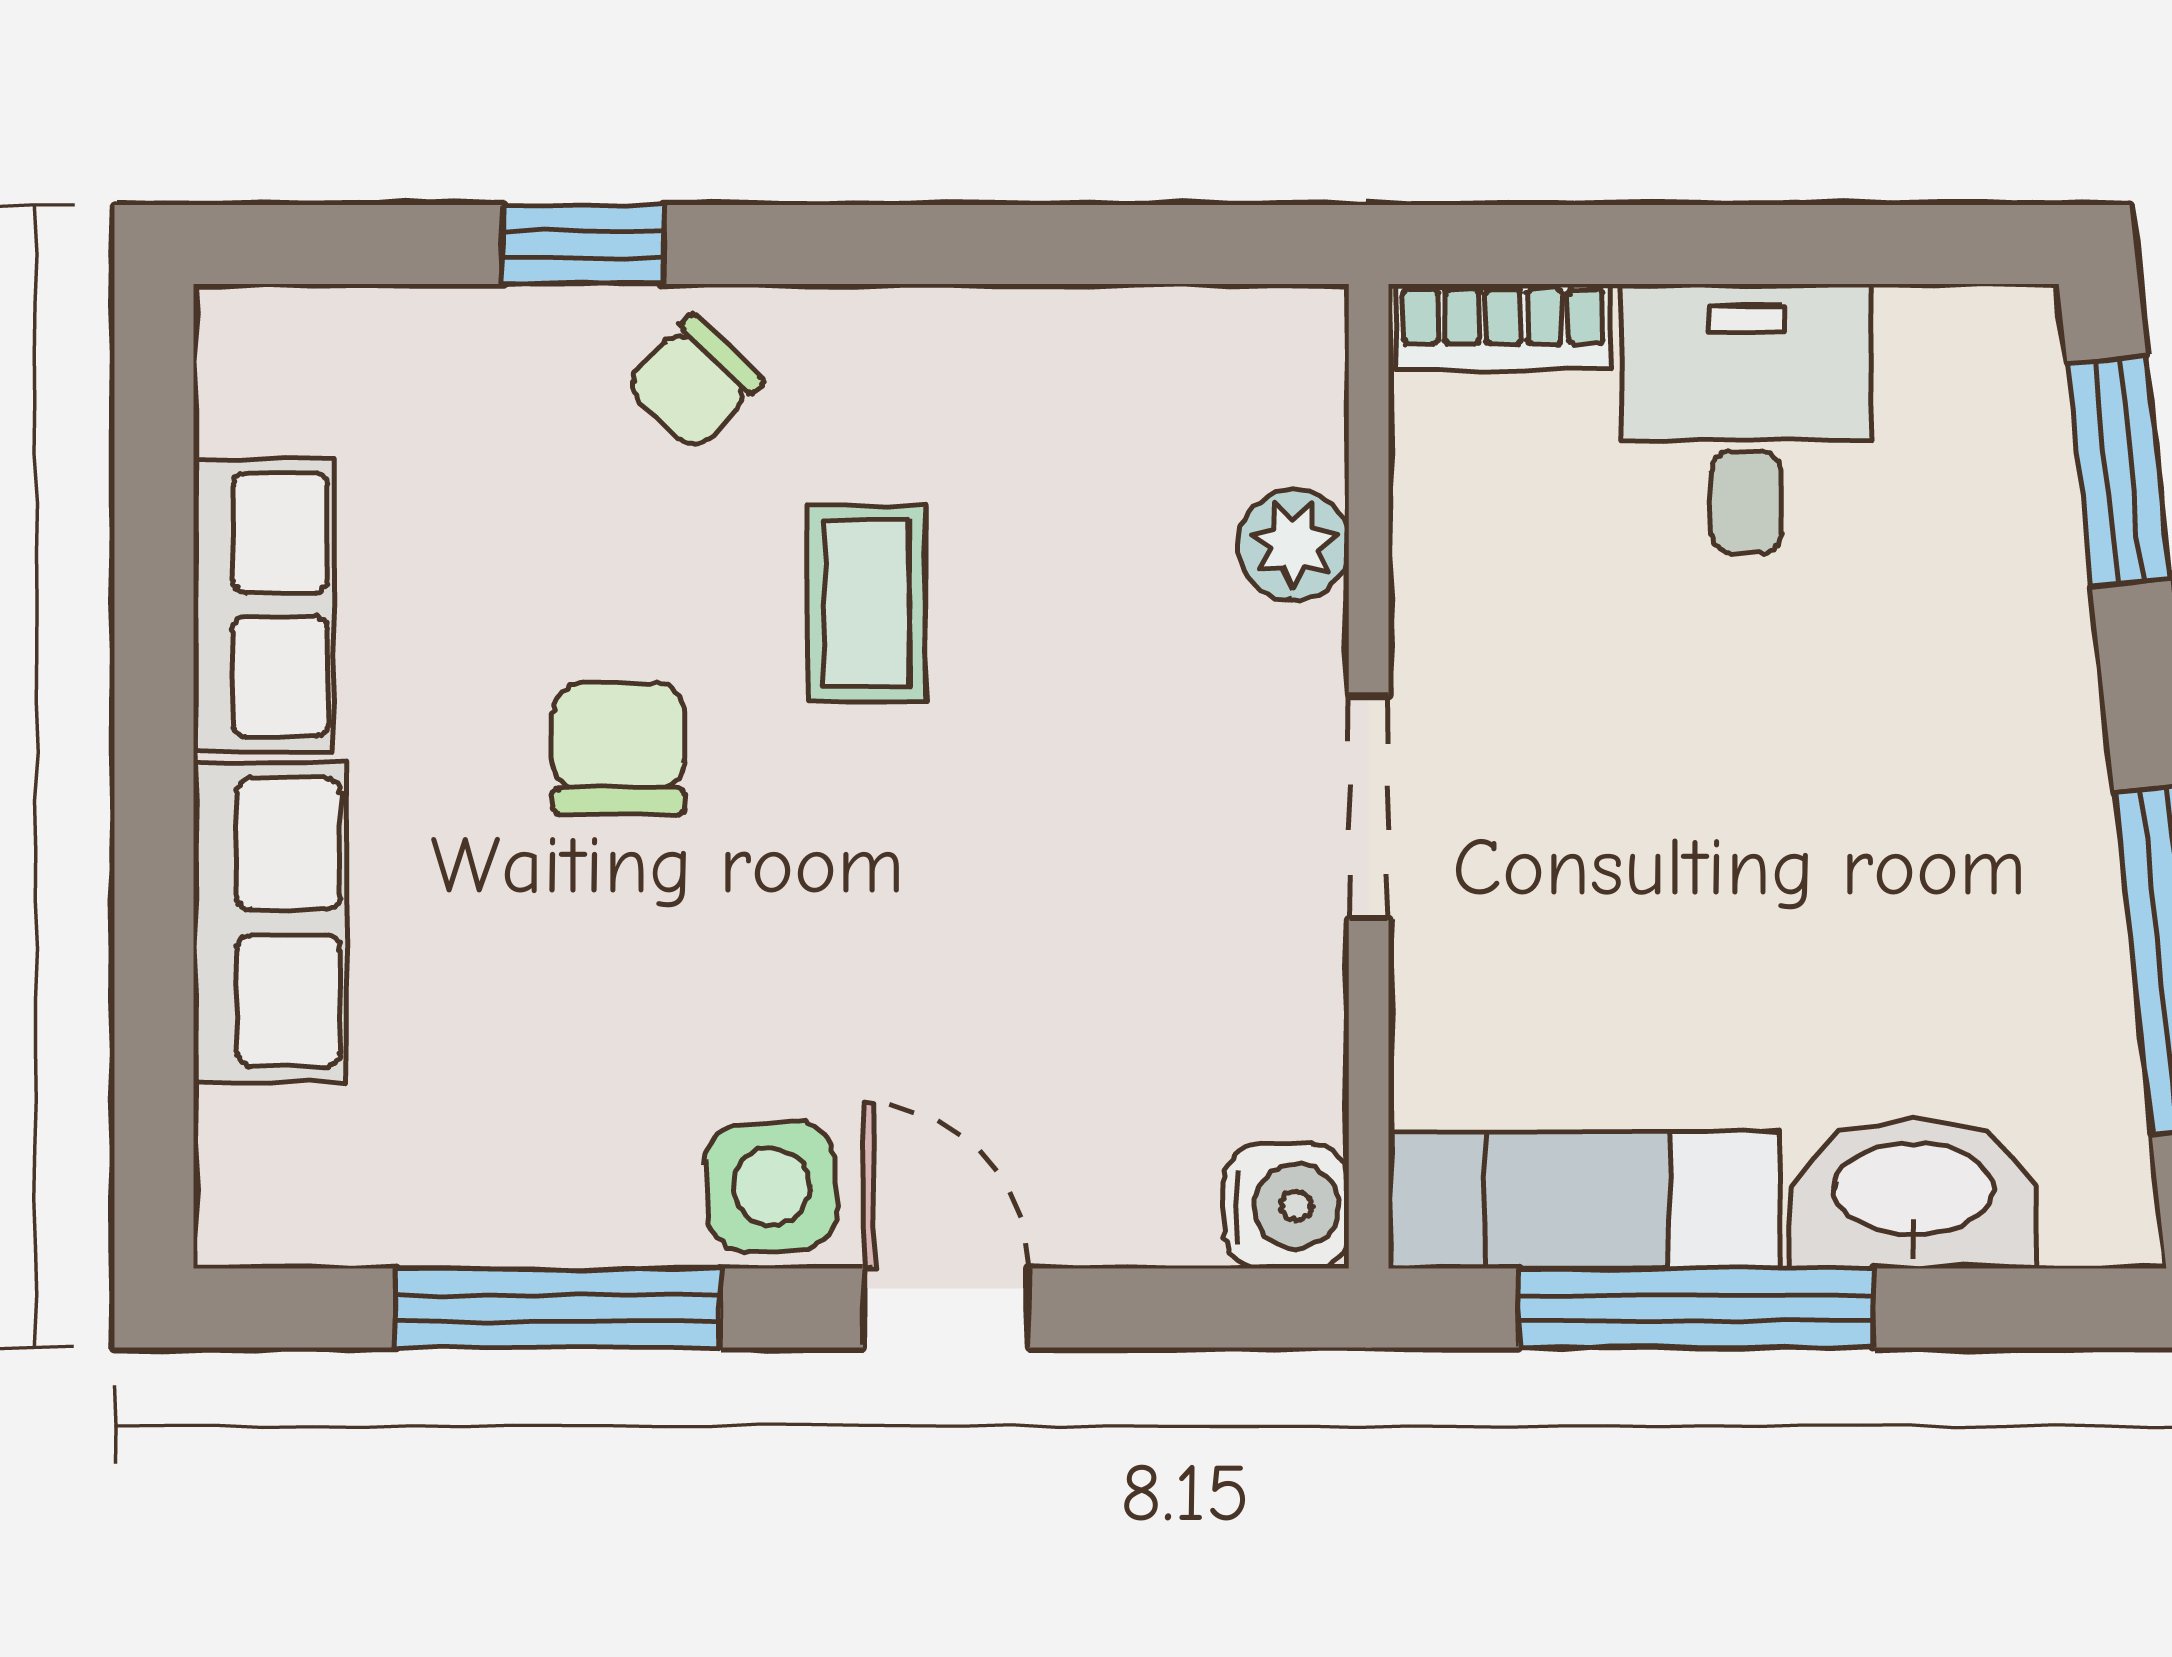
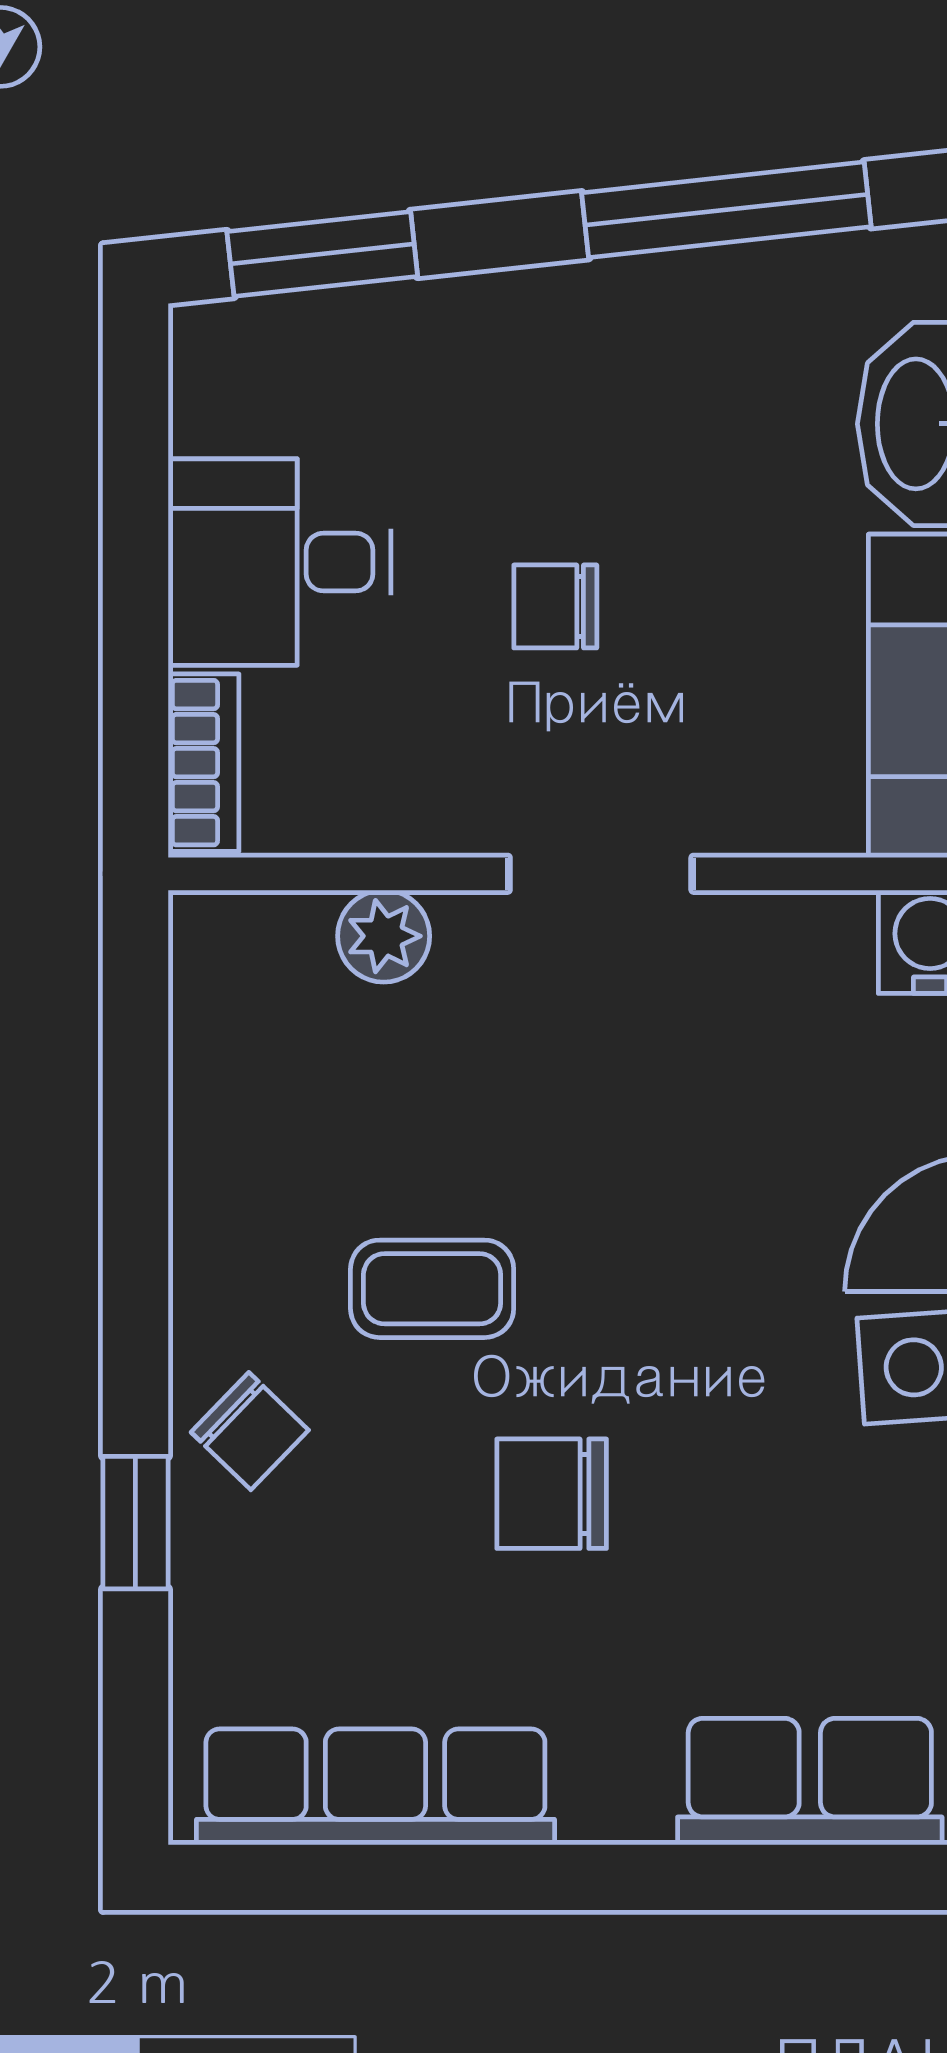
row of seats: (264, 605) -> (375, 1787), width x1.48
chair: (1692, 753) -> (555, 606), added
row of seats: (270, 922) -> (810, 1782), moved

